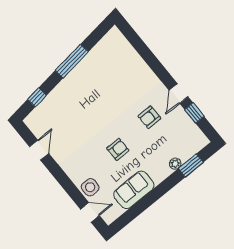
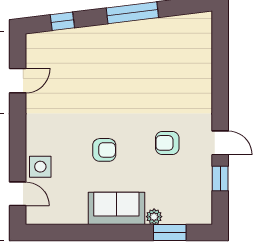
door: (178, 93) -> (220, 143), swing flipped
sofa: (134, 190) -> (116, 208), moved

